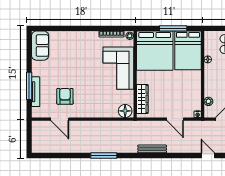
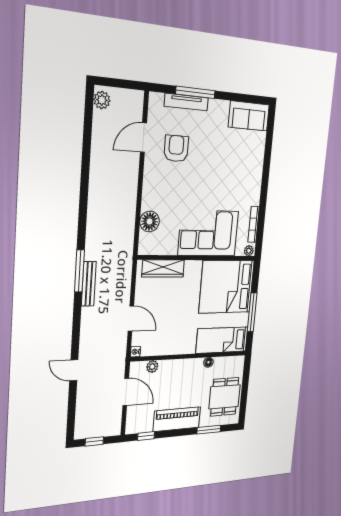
bed: (188, 50) -> (222, 340), width x0.67
armchair: (65, 96) -> (176, 149), turned -90
floor lamp: (125, 111) -> (150, 221), moved
door: (175, 119) -> (131, 319), swing flipped
plant: (40, 148) -> (102, 100), added
window: (104, 155) -> (79, 271), moved
door: (208, 155) -> (74, 370), swing flipped

